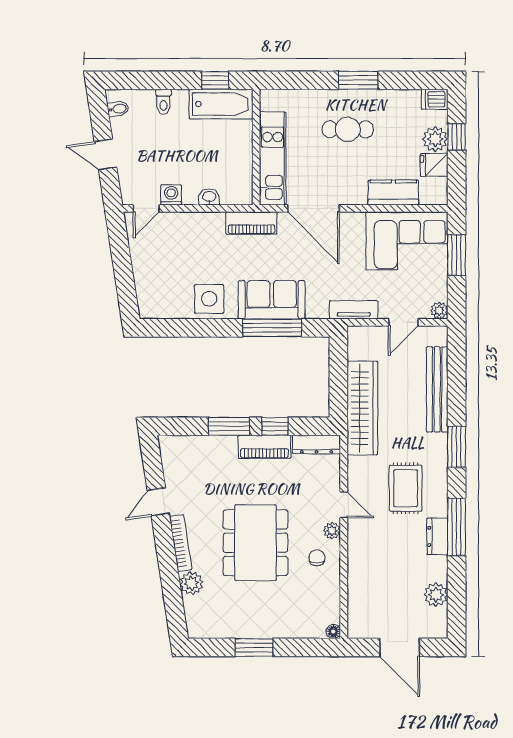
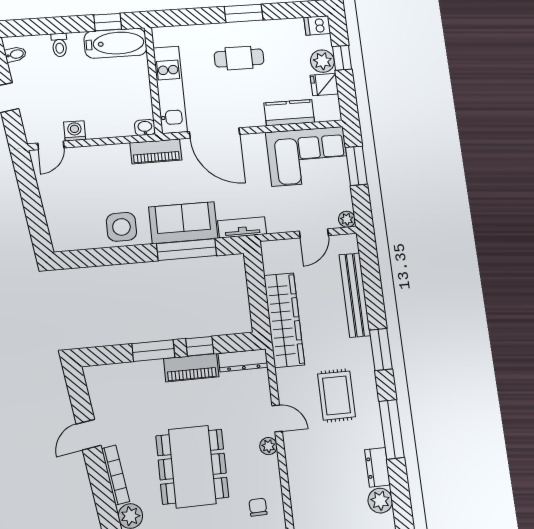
washbasin: (209, 197) -> (145, 127), moved
tv unit: (354, 310) -> (242, 227), moved
dresser: (437, 536) -> (377, 467), moved
chair: (317, 558) -> (258, 507), moved

